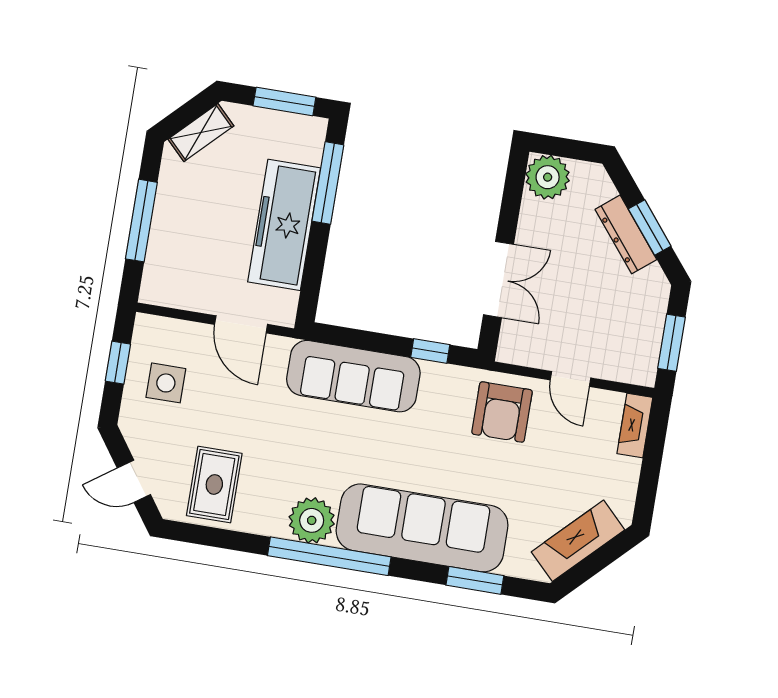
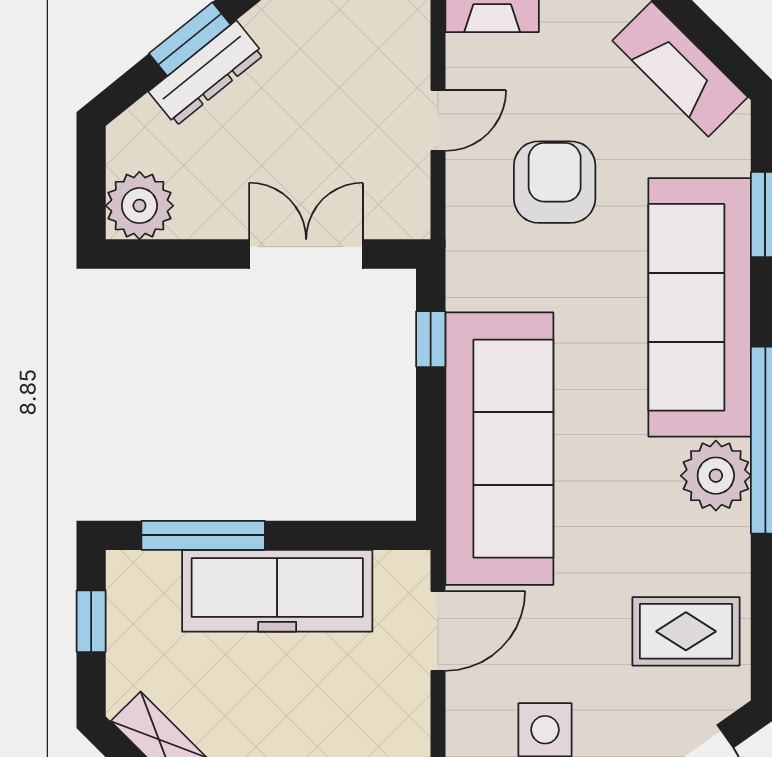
window: (284, 101) -> (91, 621), width x0.67
sofa: (353, 376) -> (499, 449), width x1.36, depth x1.27
armchair: (502, 412) -> (555, 182), moved, turned -90

